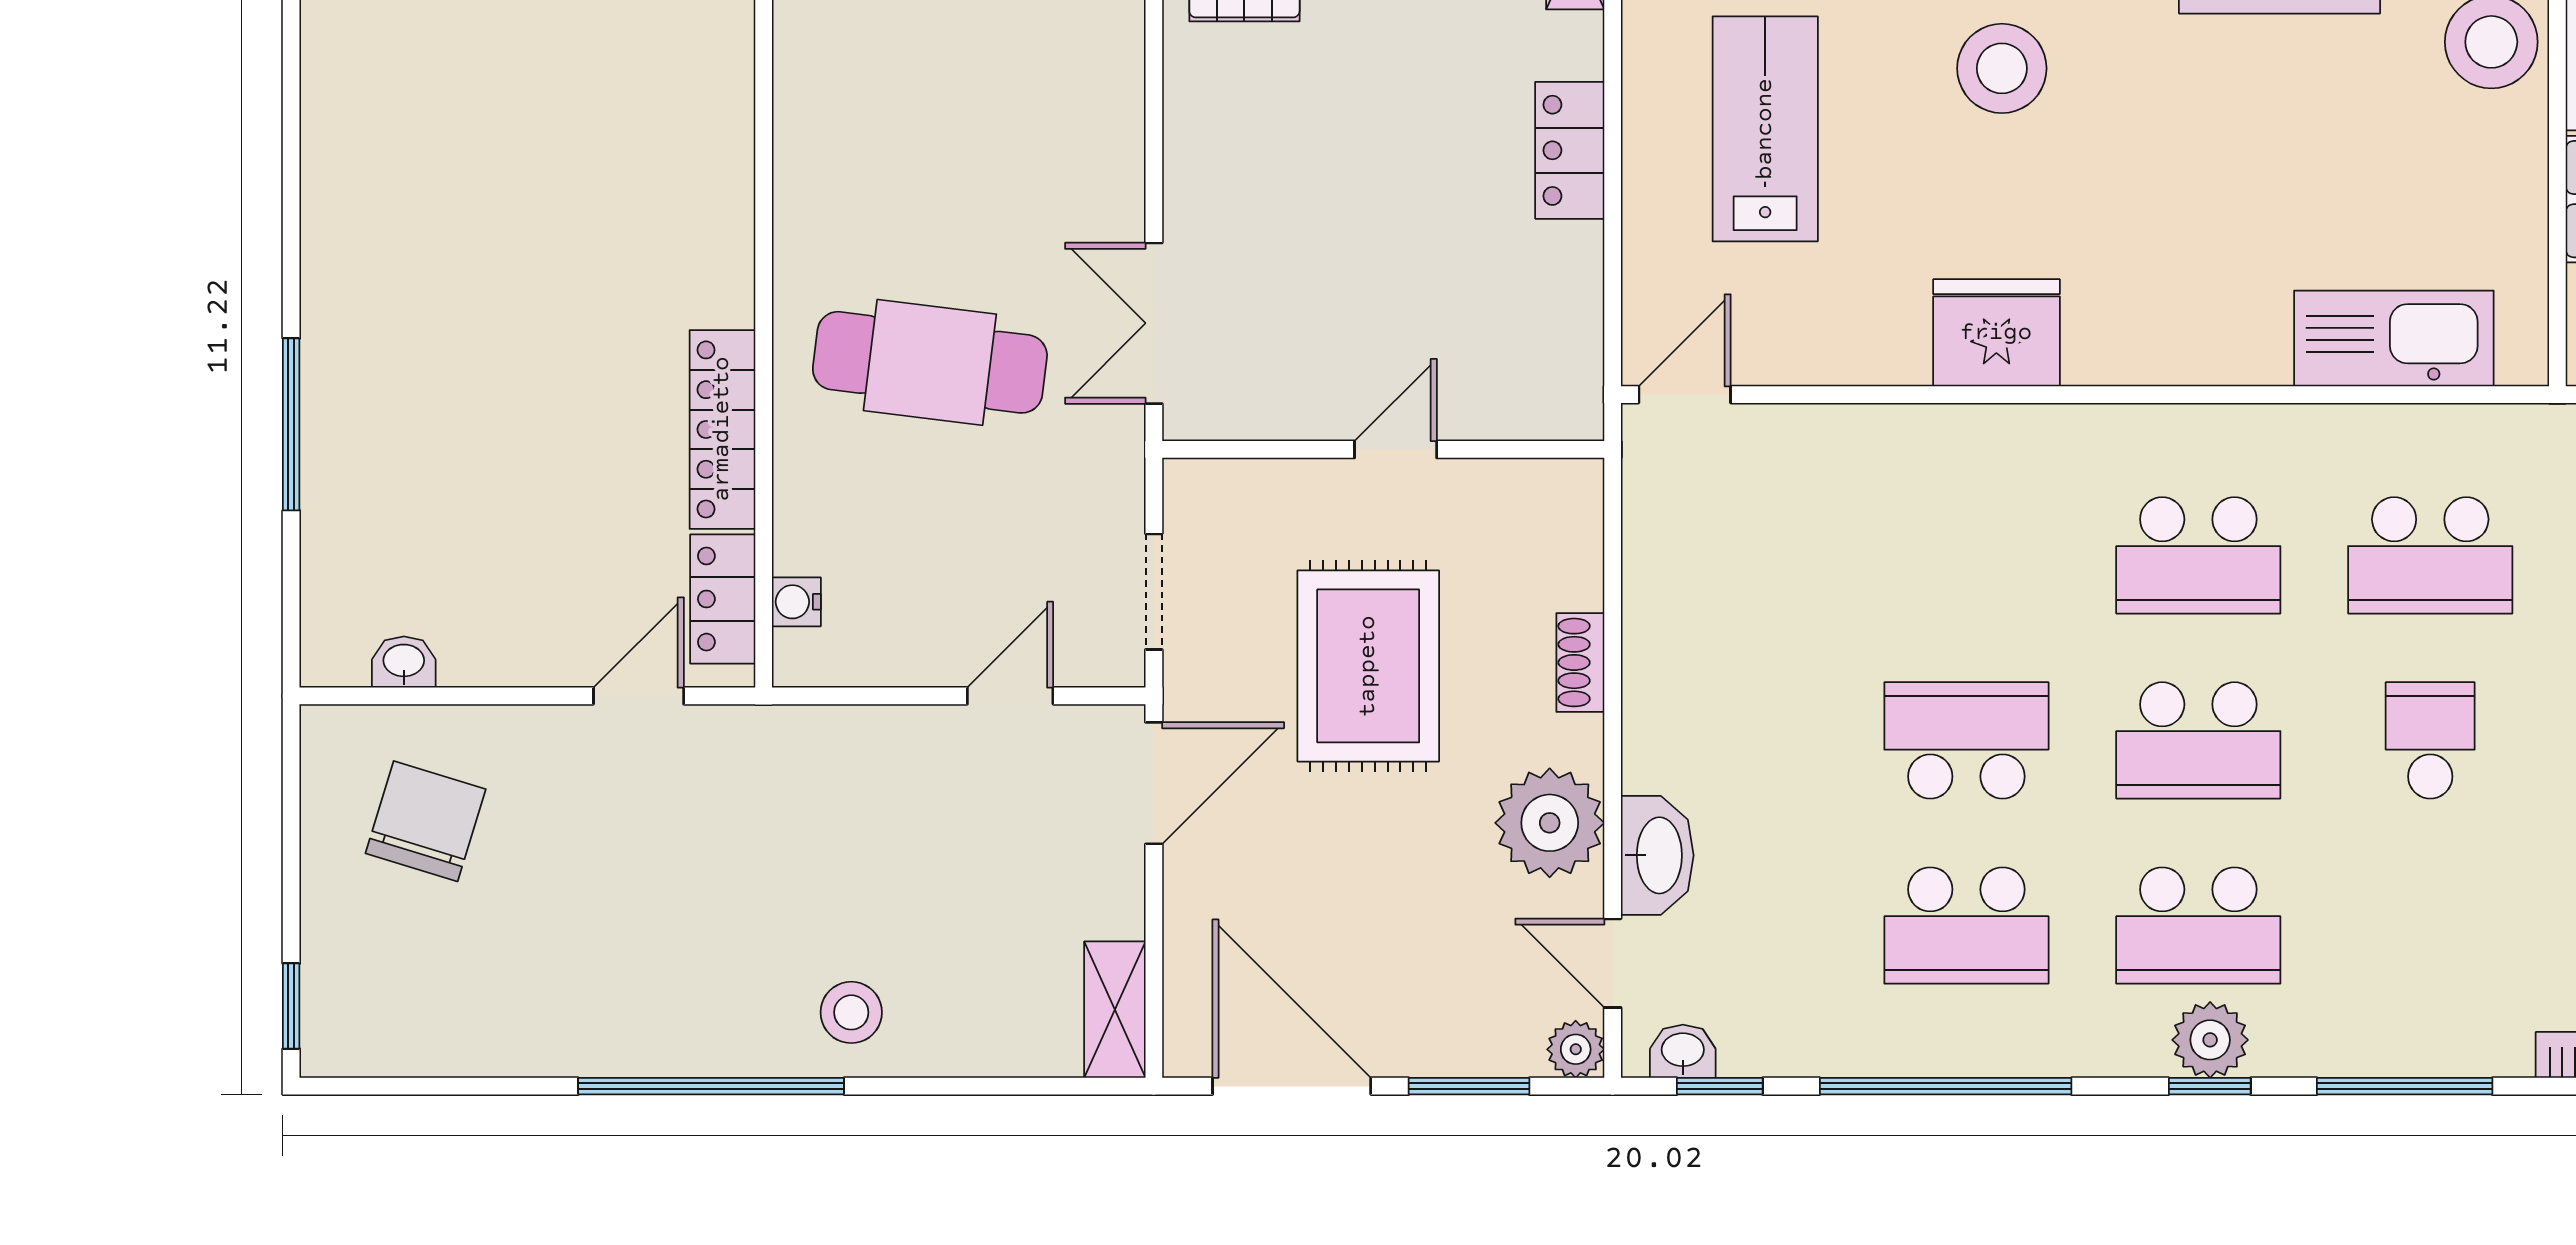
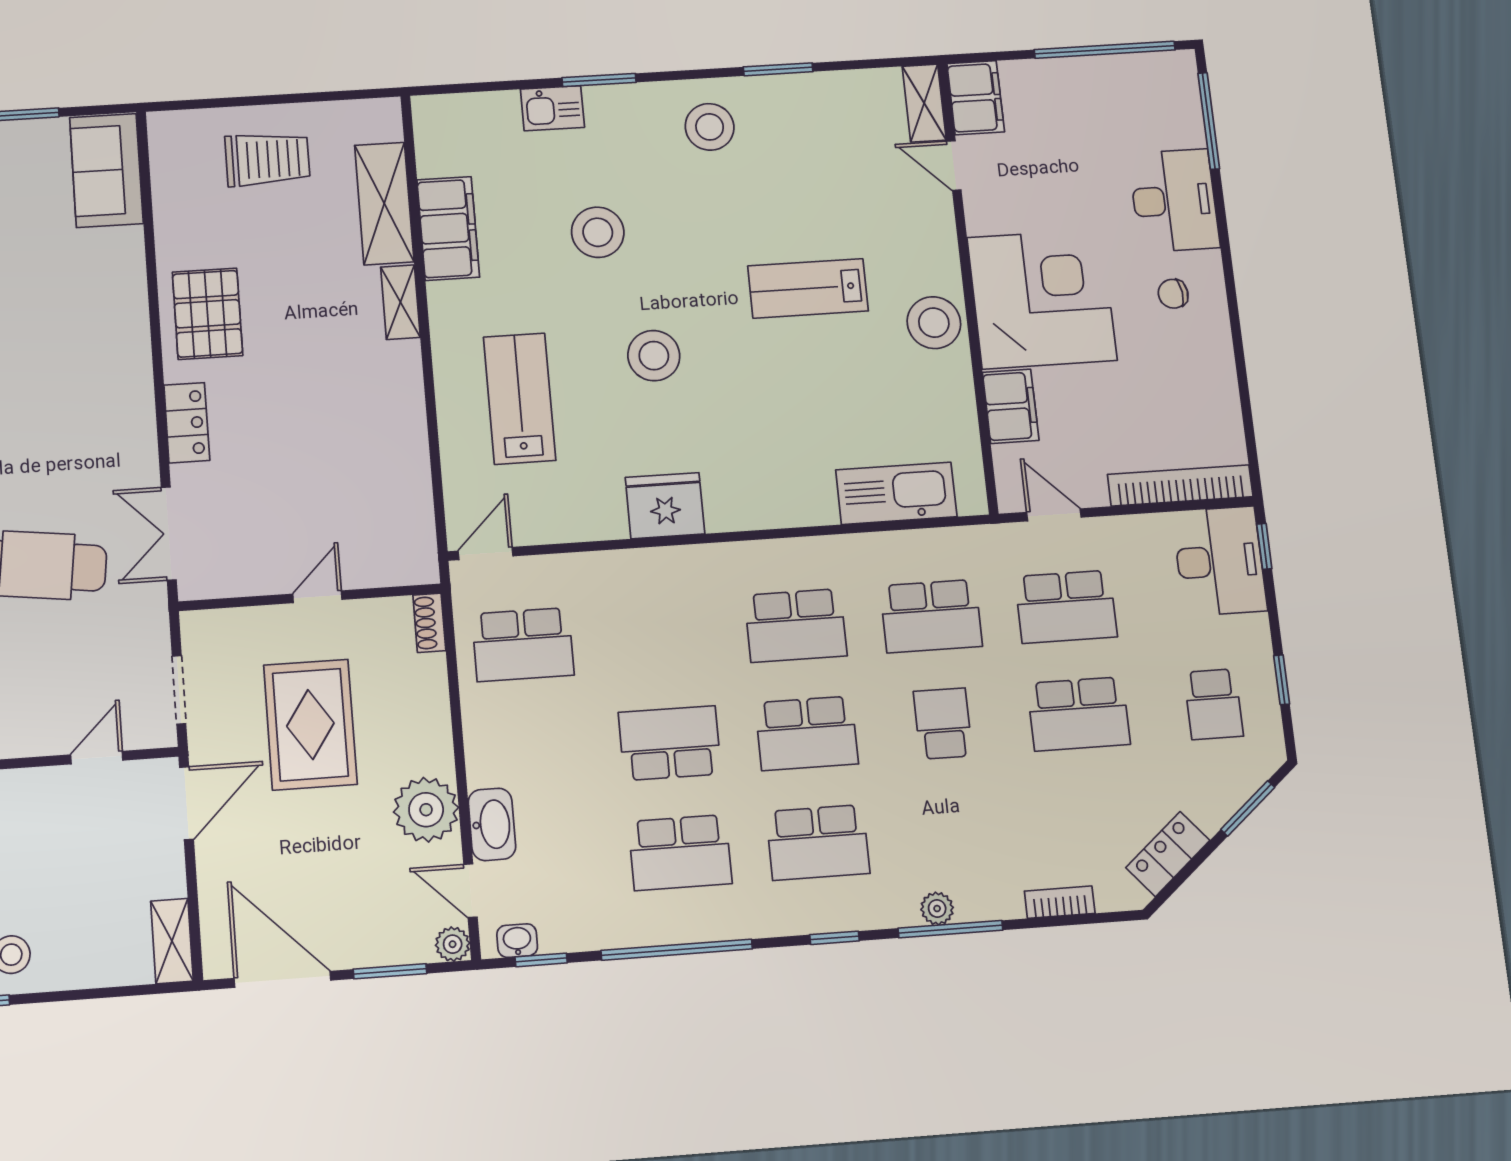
locker: (1570, 150) -> (187, 423), moved, turned 180
school desk: (1734, 555) -> (523, 645), added
shoe rack: (1580, 662) -> (429, 623), moved
plant: (2210, 1040) -> (937, 909), moved, width x0.73, depth x0.73

